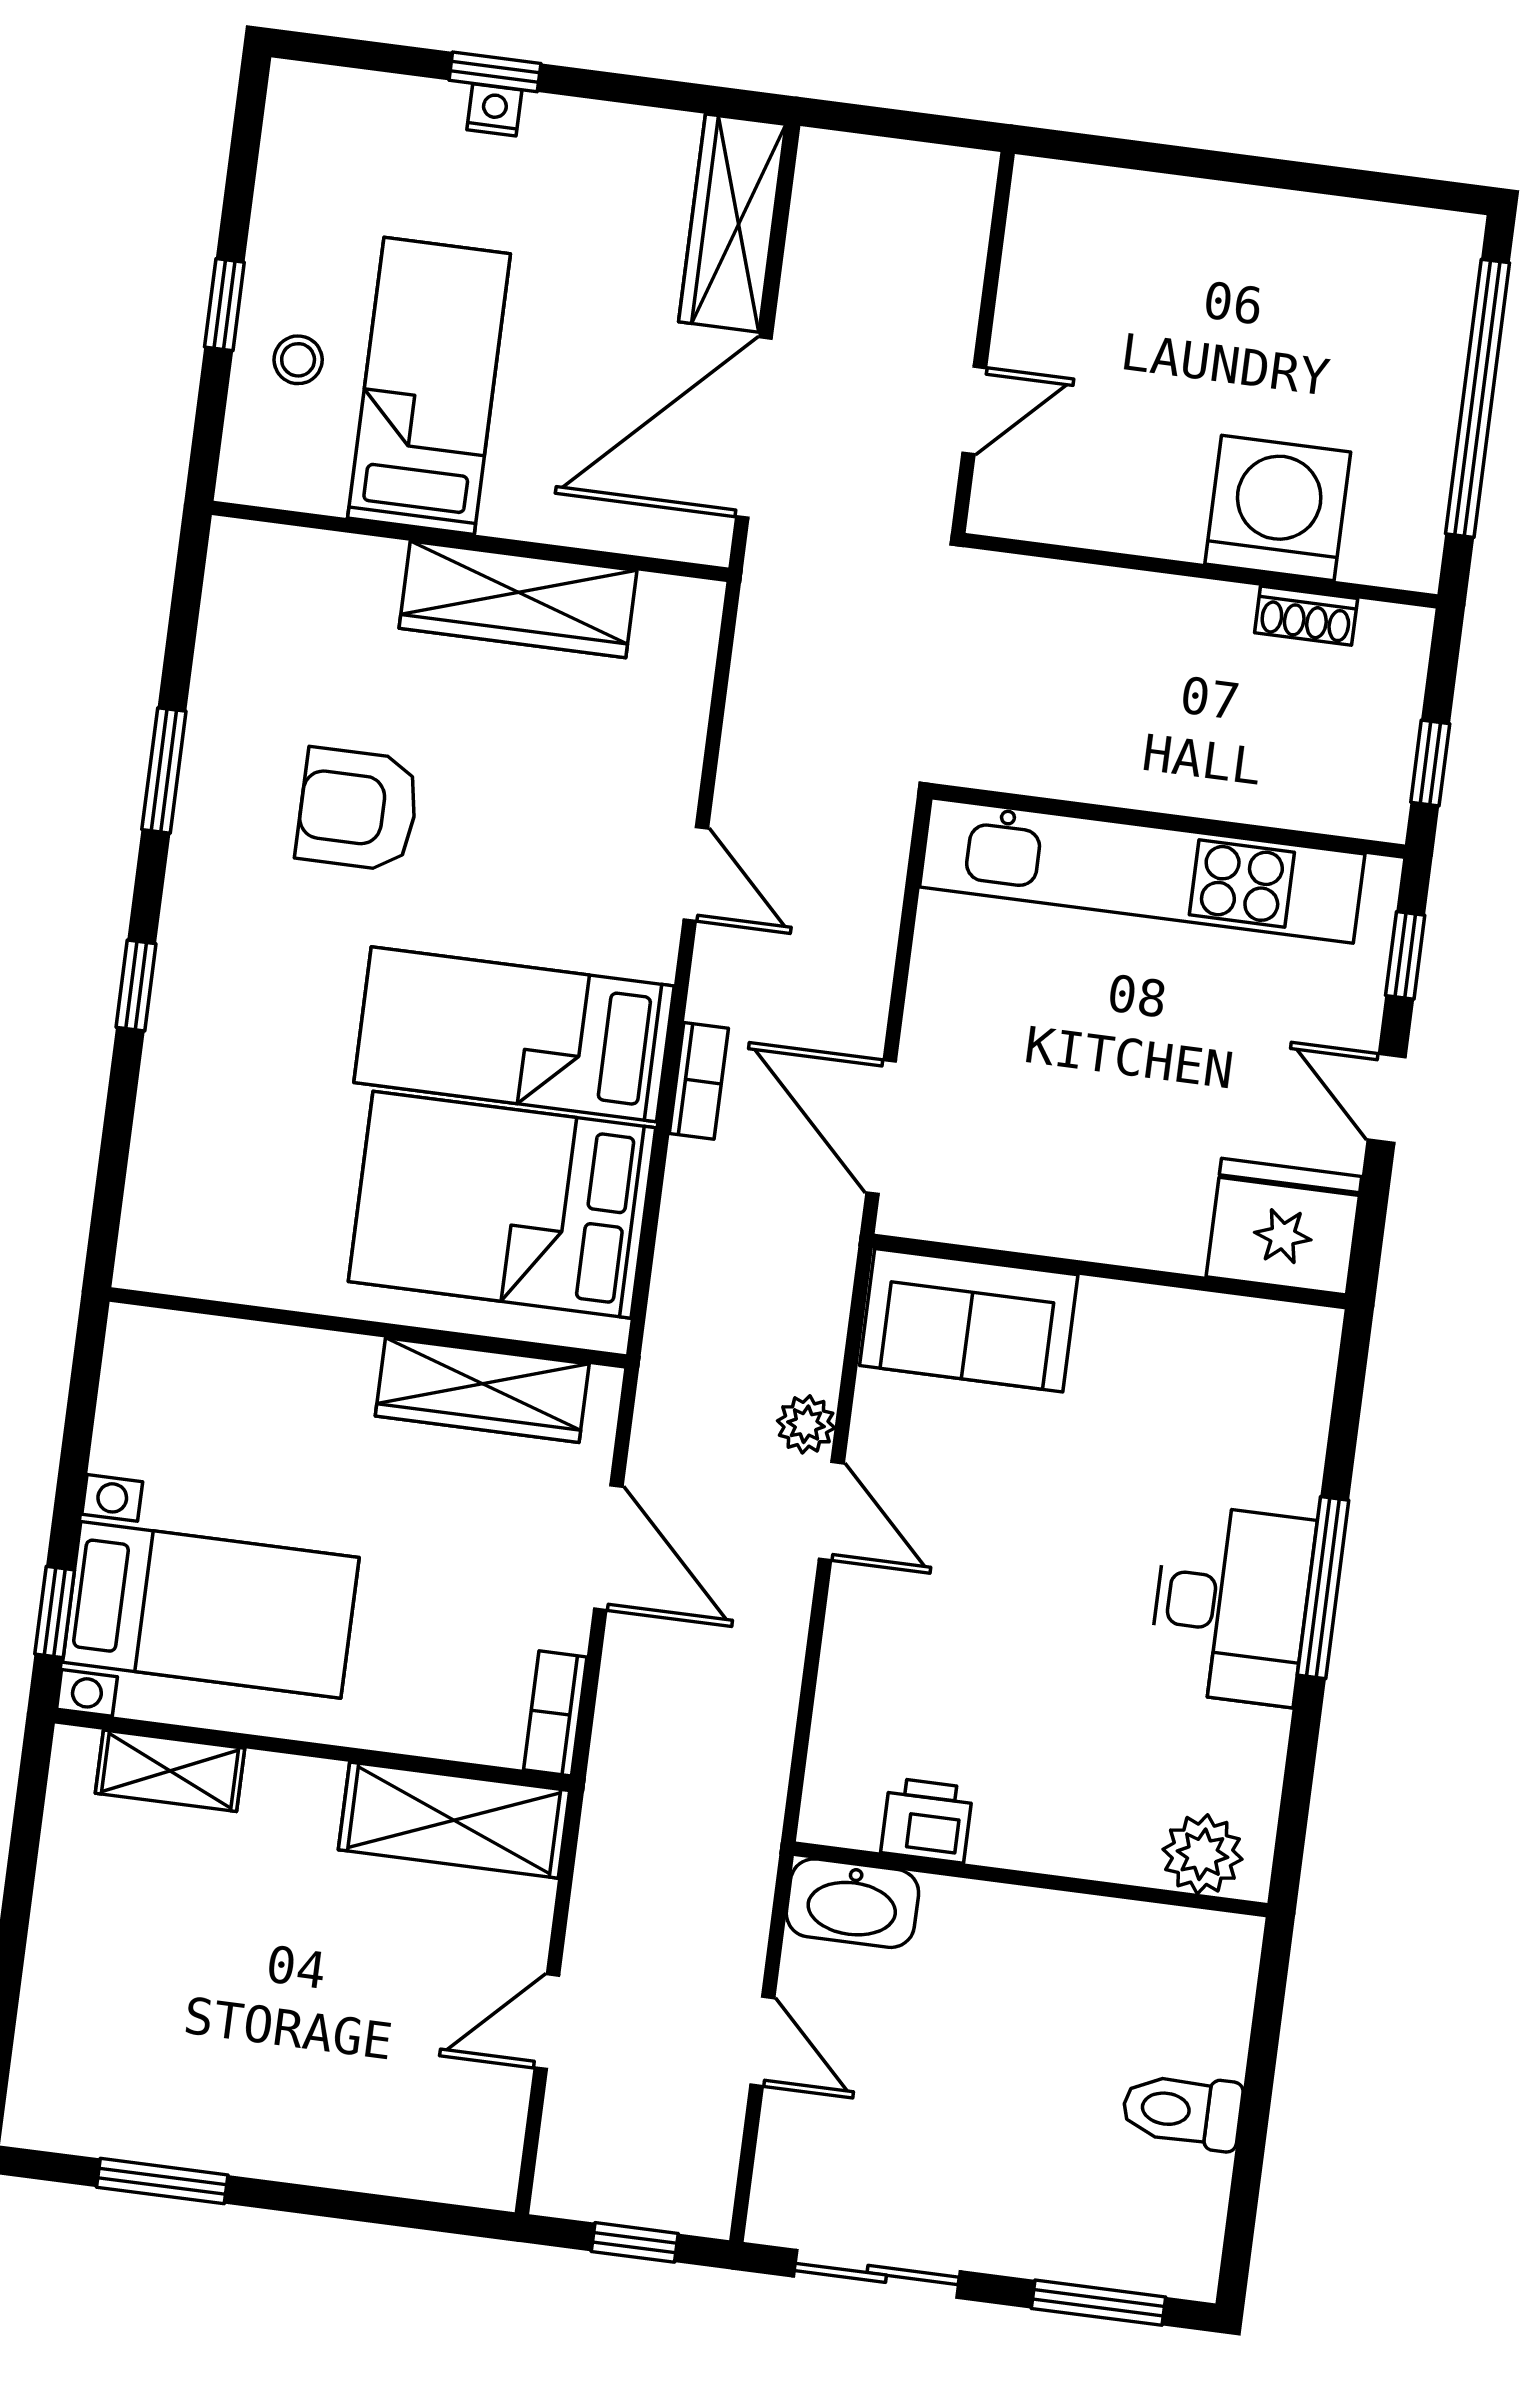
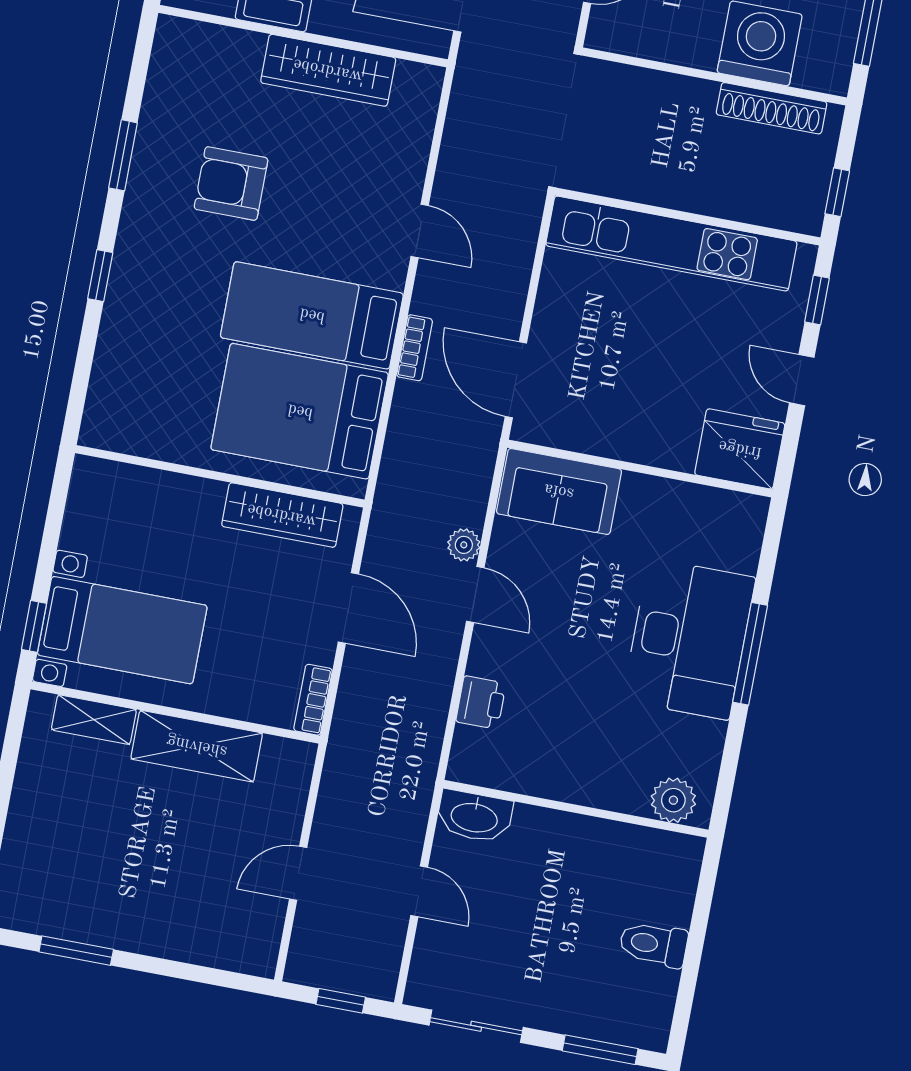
shoe rack: (1306, 616) -> (772, 108), width x1.94, depth x1.24
desk: (1231, 1605) -> (689, 639), width x1.36, depth x1.30
shelving: (454, 1820) -> (197, 746), moved
printer: (927, 1820) -> (481, 702), moved, turned 90

